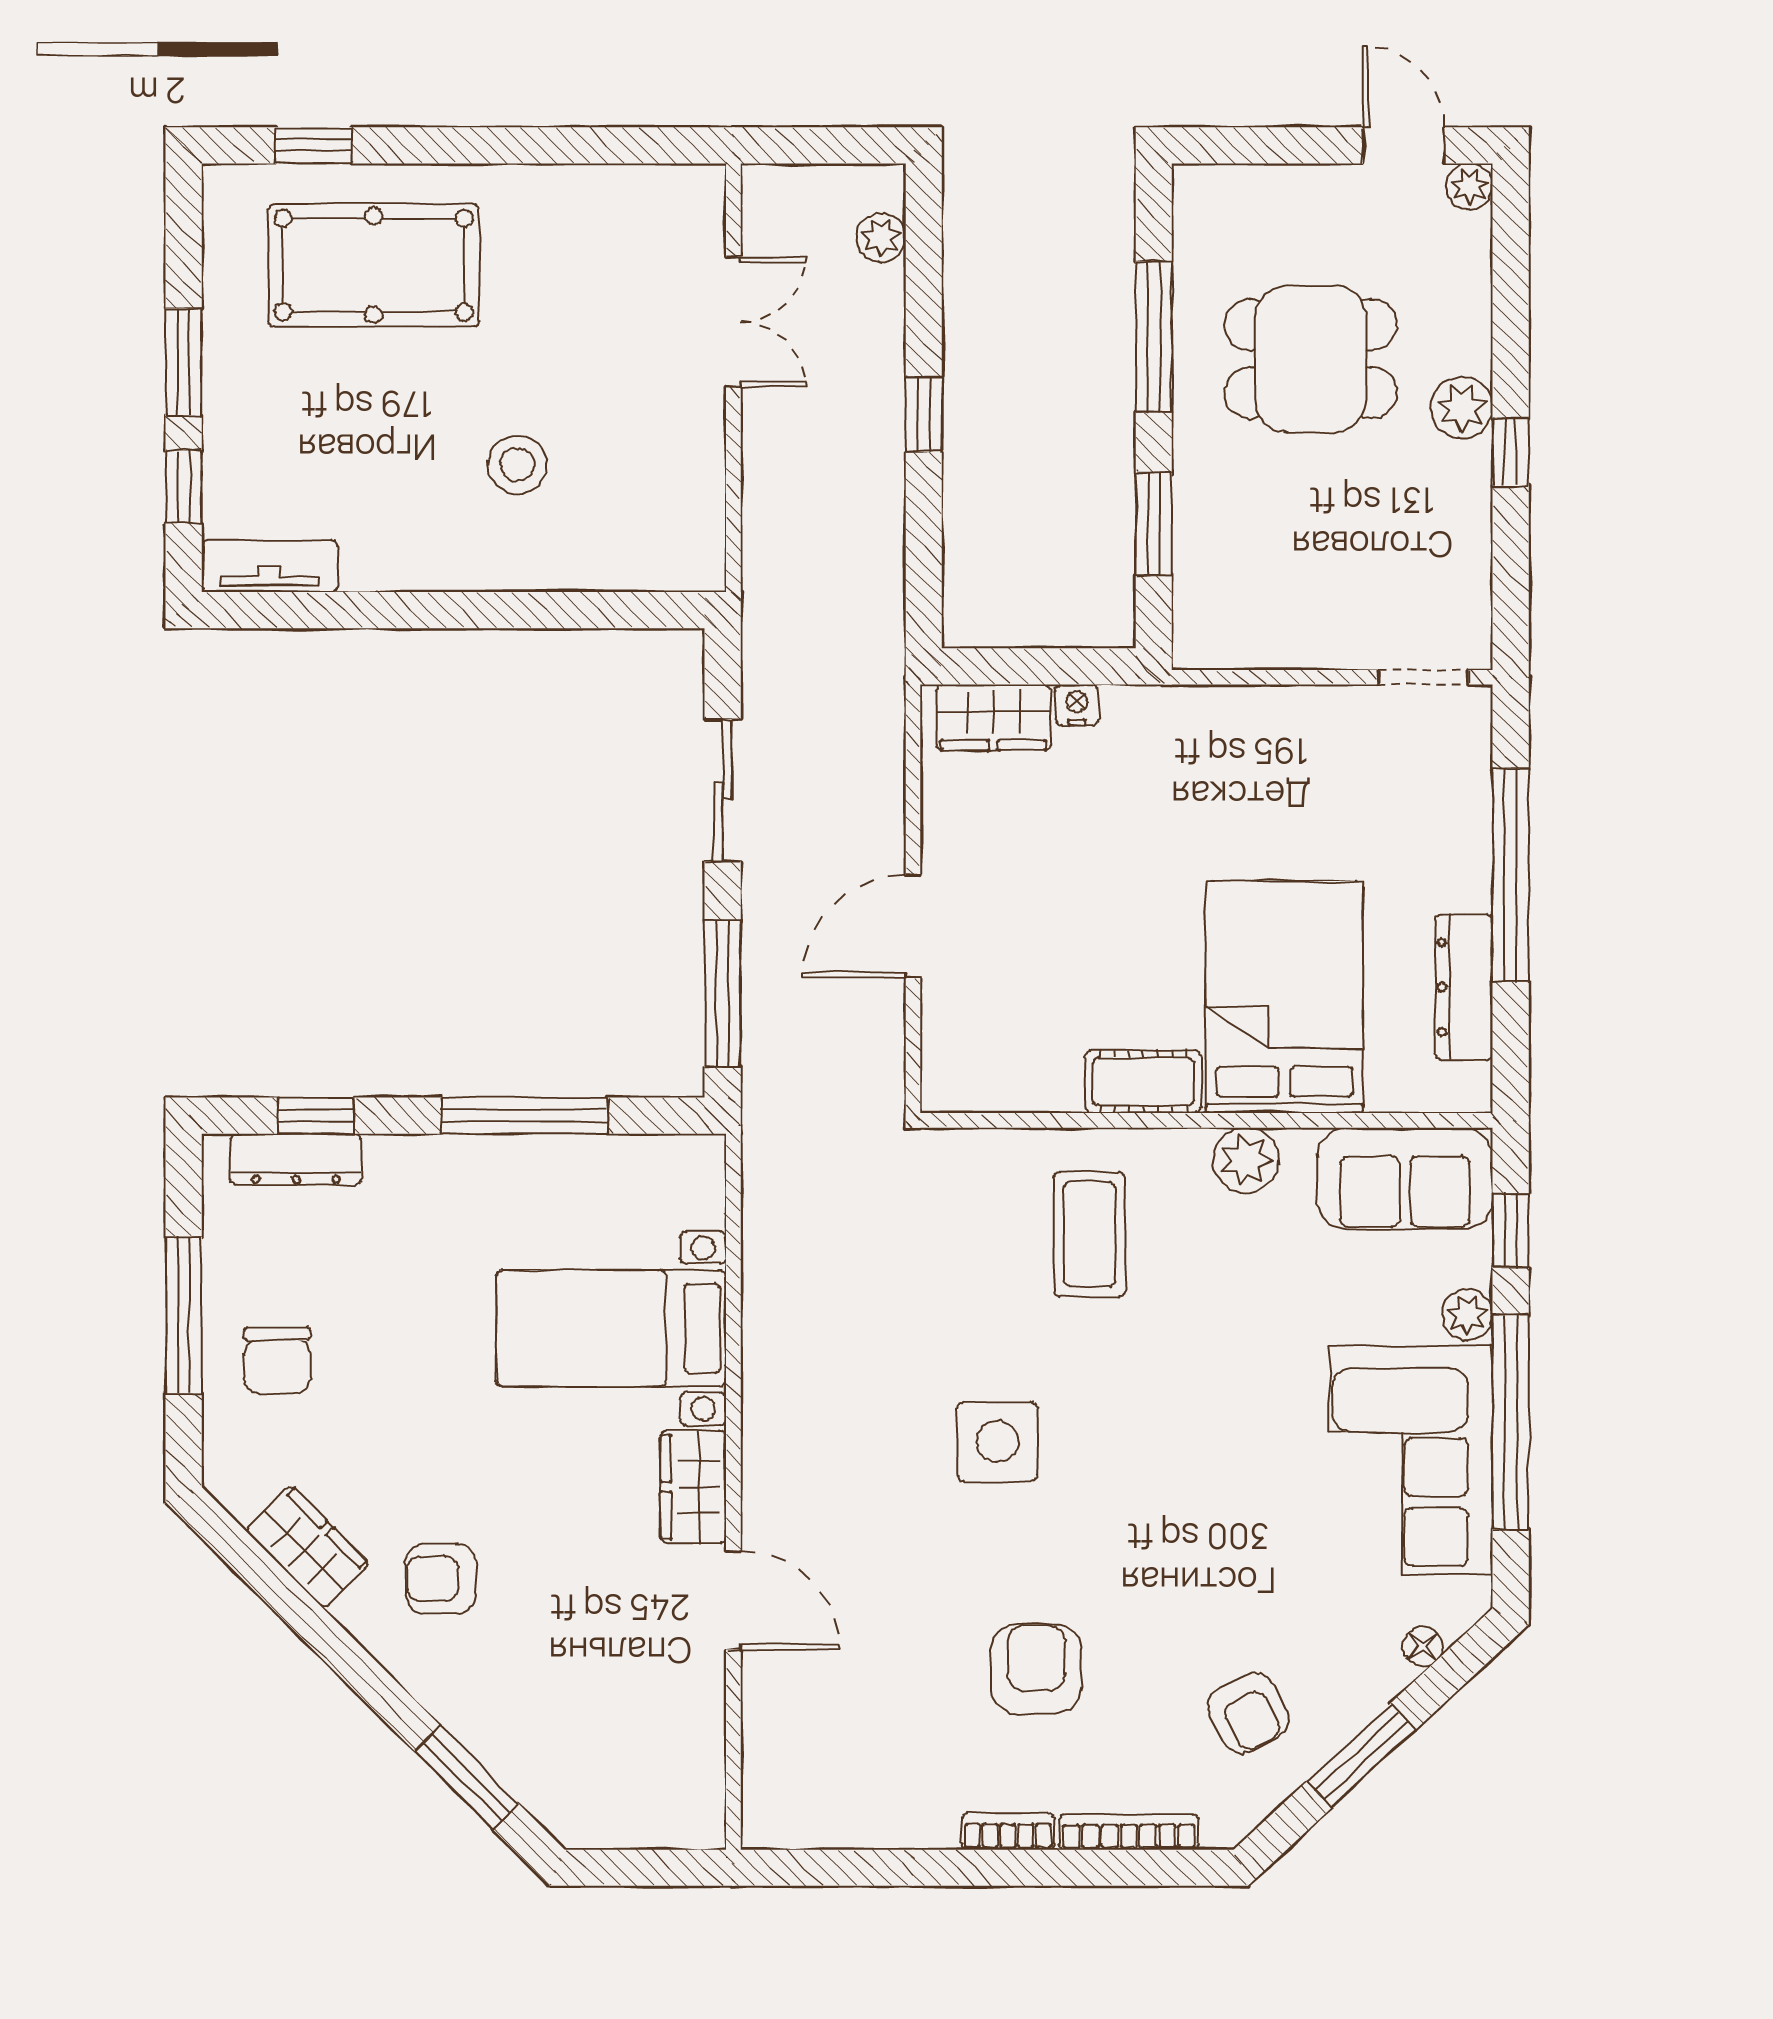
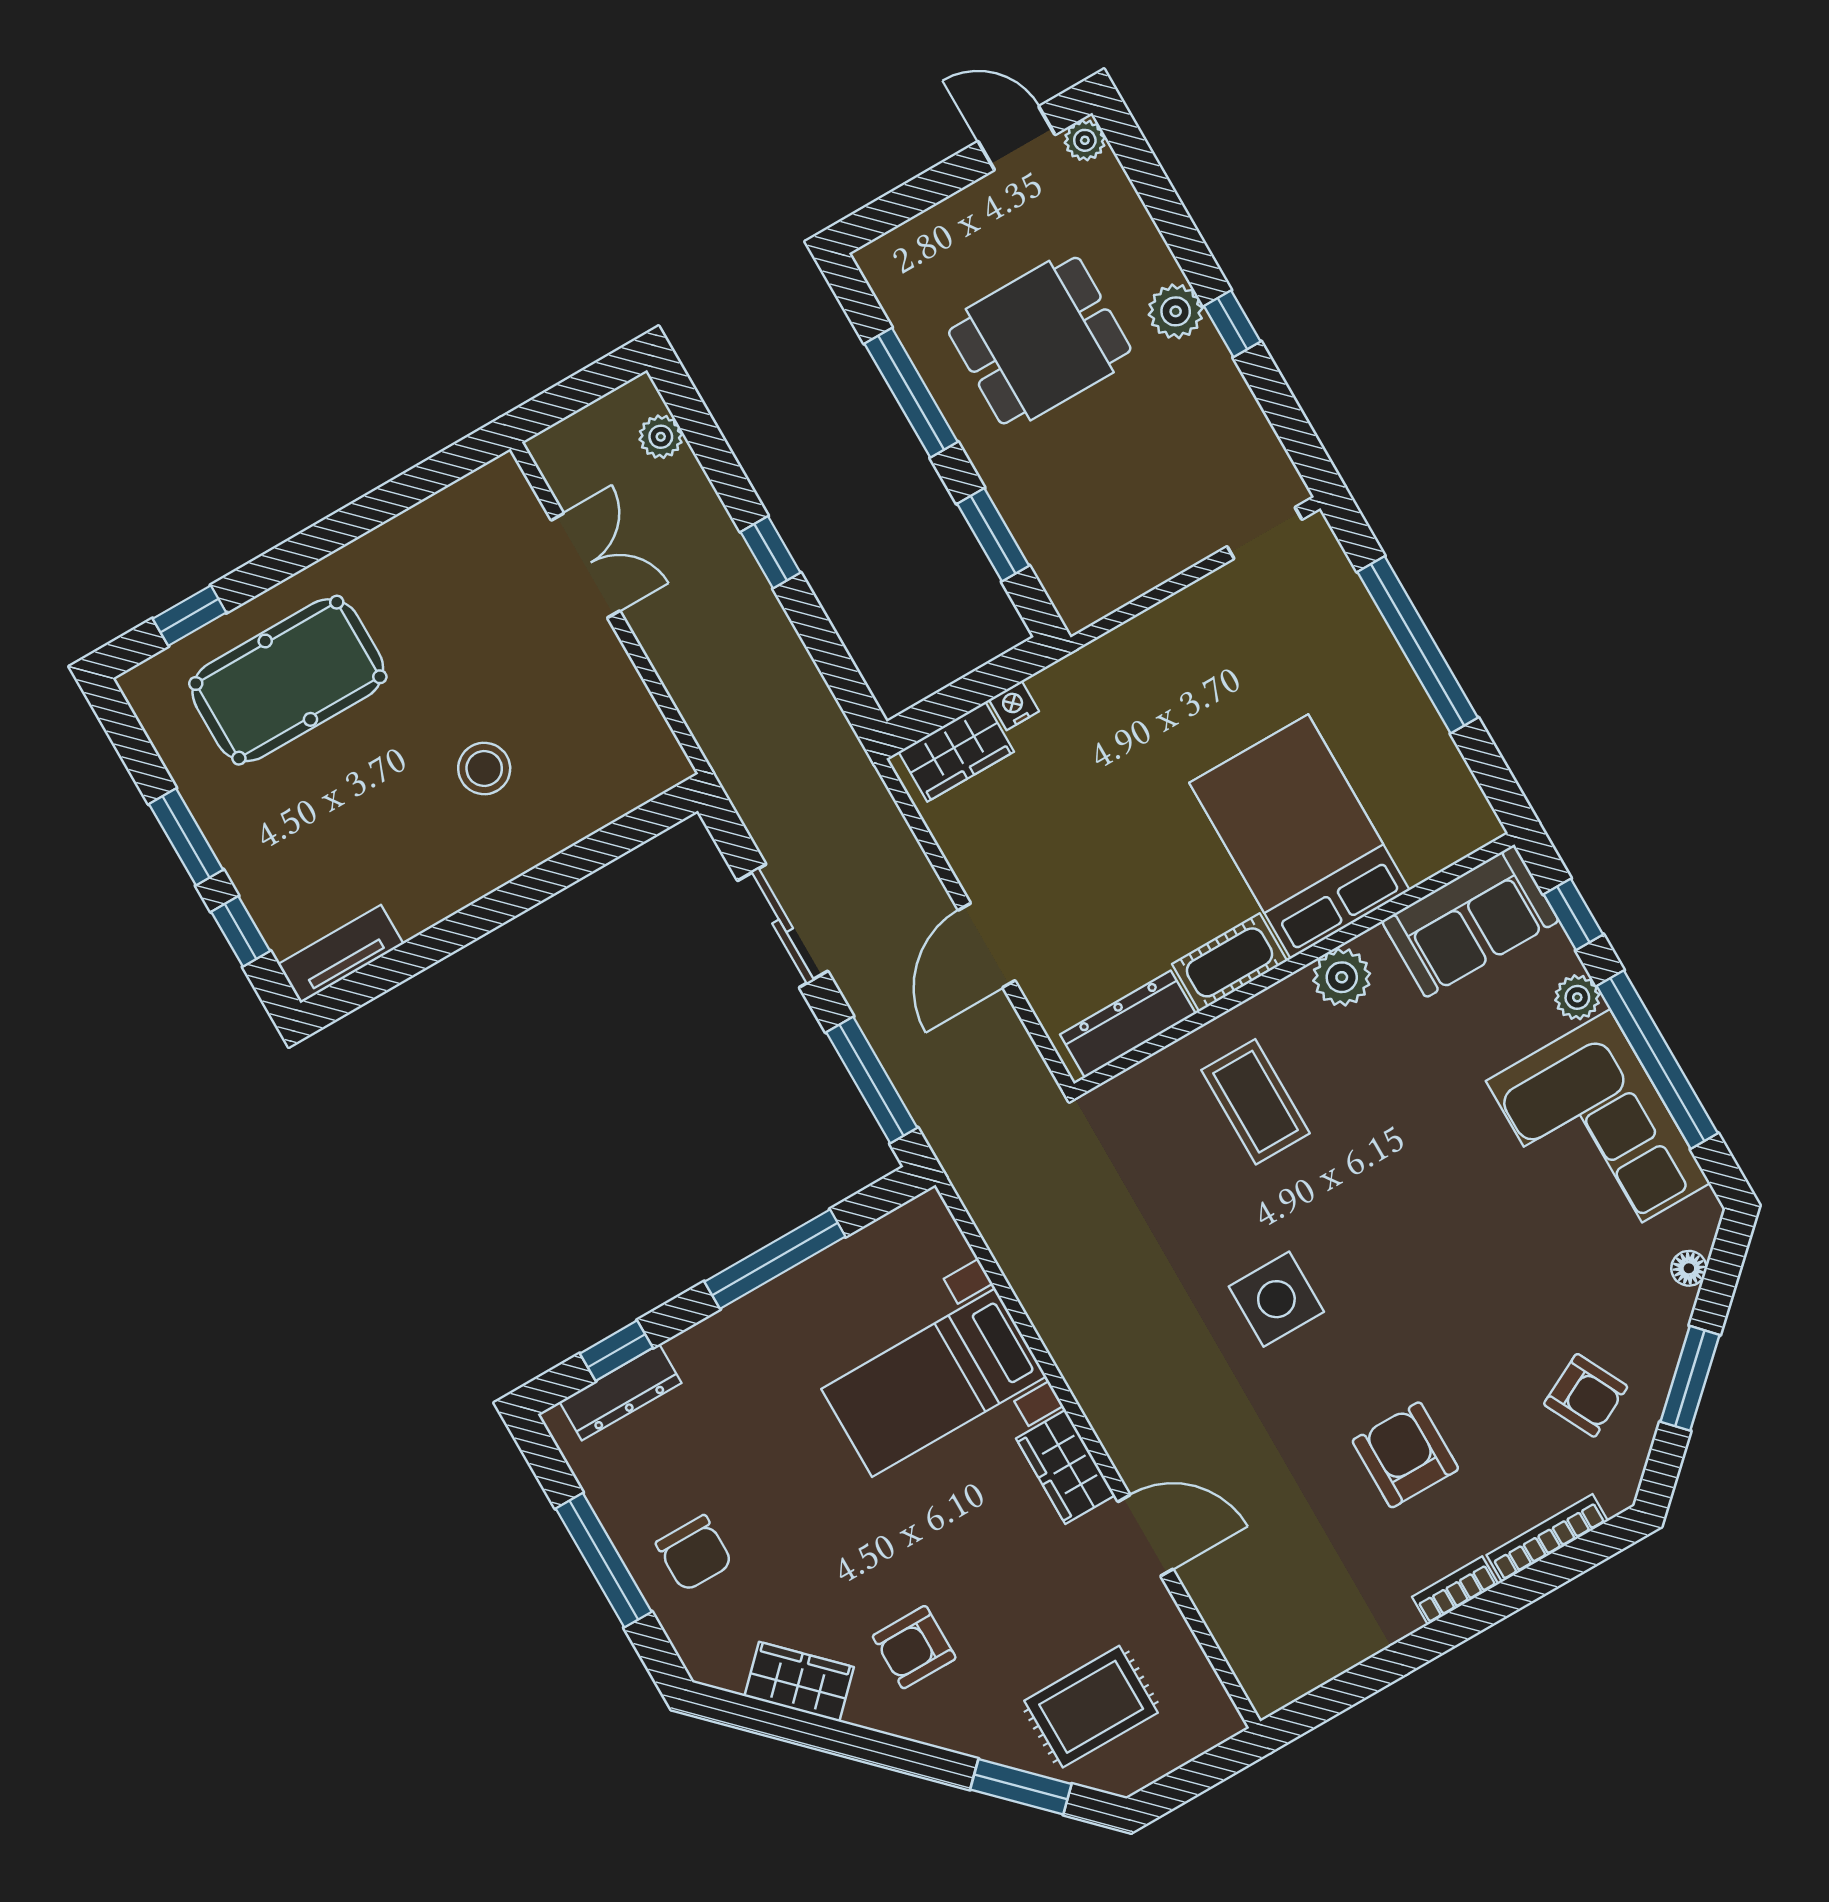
dresser: (1464, 987) -> (1128, 1024), moved, turned 90
rug: (582, 1738) -> (1091, 1707), added

